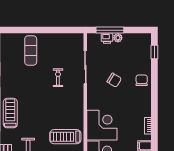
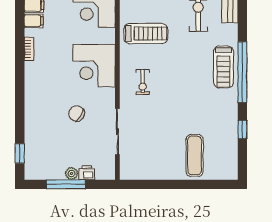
window: (110, 30) -> (66, 184), moved
exercise bike: (58, 78) -> (143, 82), moved
chair: (142, 80) -> (38, 113), removed
corner desk: (102, 125) -> (94, 66), moved

